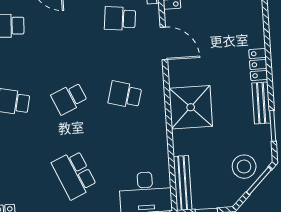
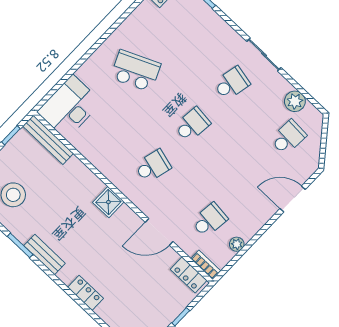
locker: (258, 65) -> (85, 293), moved
school desk: (69, 98) -> (192, 125), turned 30
shower: (191, 107) -> (108, 202), width x0.54, depth x0.54

